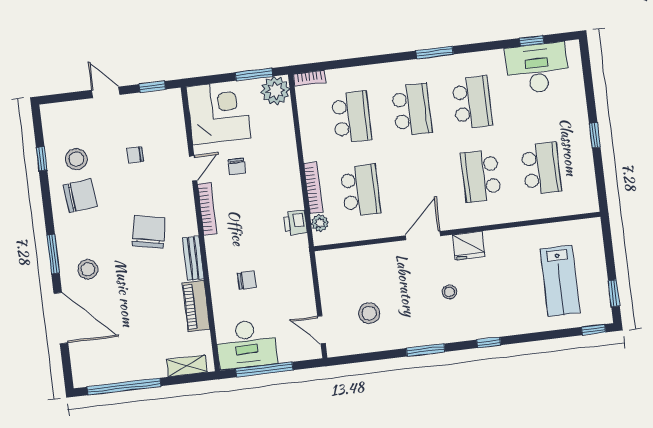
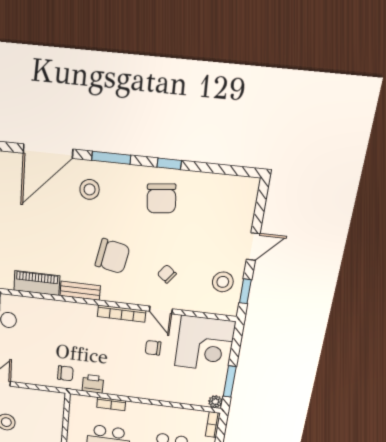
plant: (275, 91) -> (215, 402), width x0.53, depth x0.53
chair: (135, 155) -> (167, 274), moved, turned -51
window: (42, 159) -> (169, 164), moved
stool: (76, 159) -> (223, 282), moved
bookcase: (313, 188) -> (111, 404), width x0.64
plant: (320, 223) -> (88, 403), removed
chair: (247, 280) -> (65, 373), moved, turned -90

